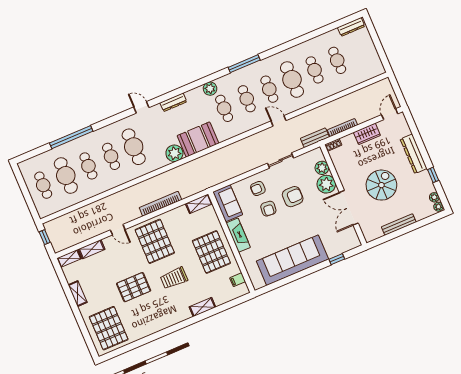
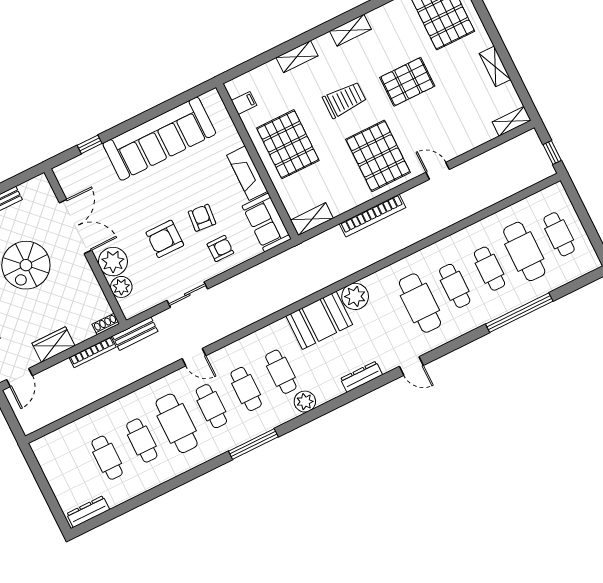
shelving: (92, 249) -> (350, 30), moved

